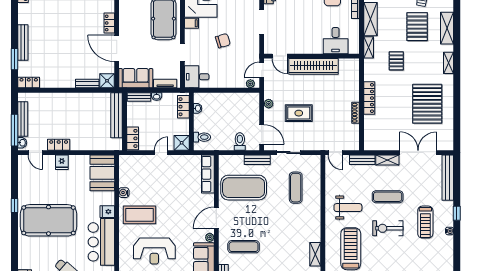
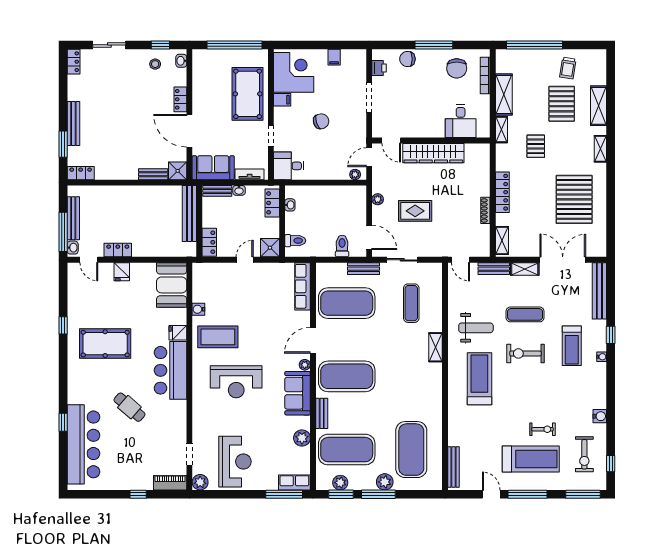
shelving: (369, 137) -> (502, 240), added
pool table: (48, 220) -> (105, 344), width x0.73, depth x0.76
exercise mat: (244, 247) -> (347, 376), width x2.00, depth x1.45
shelving: (315, 254) -> (436, 347), moved

